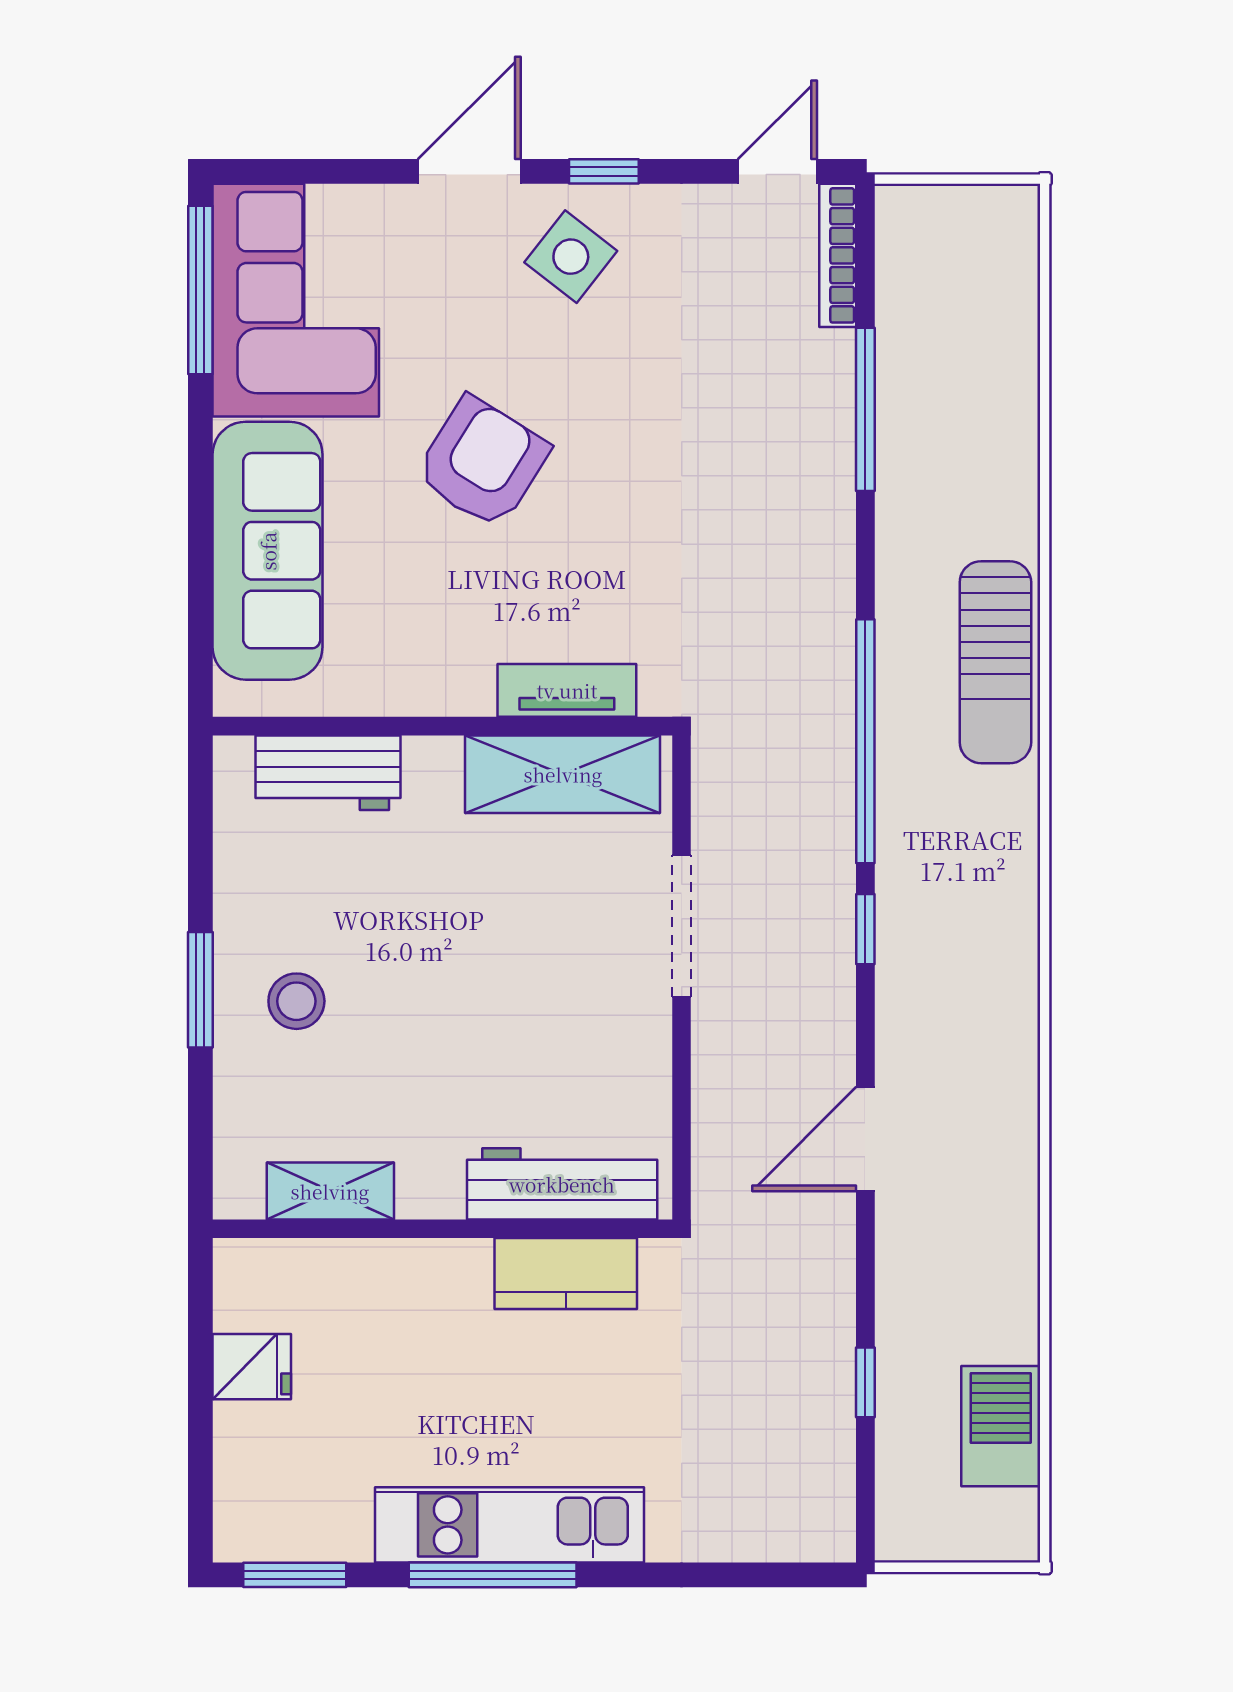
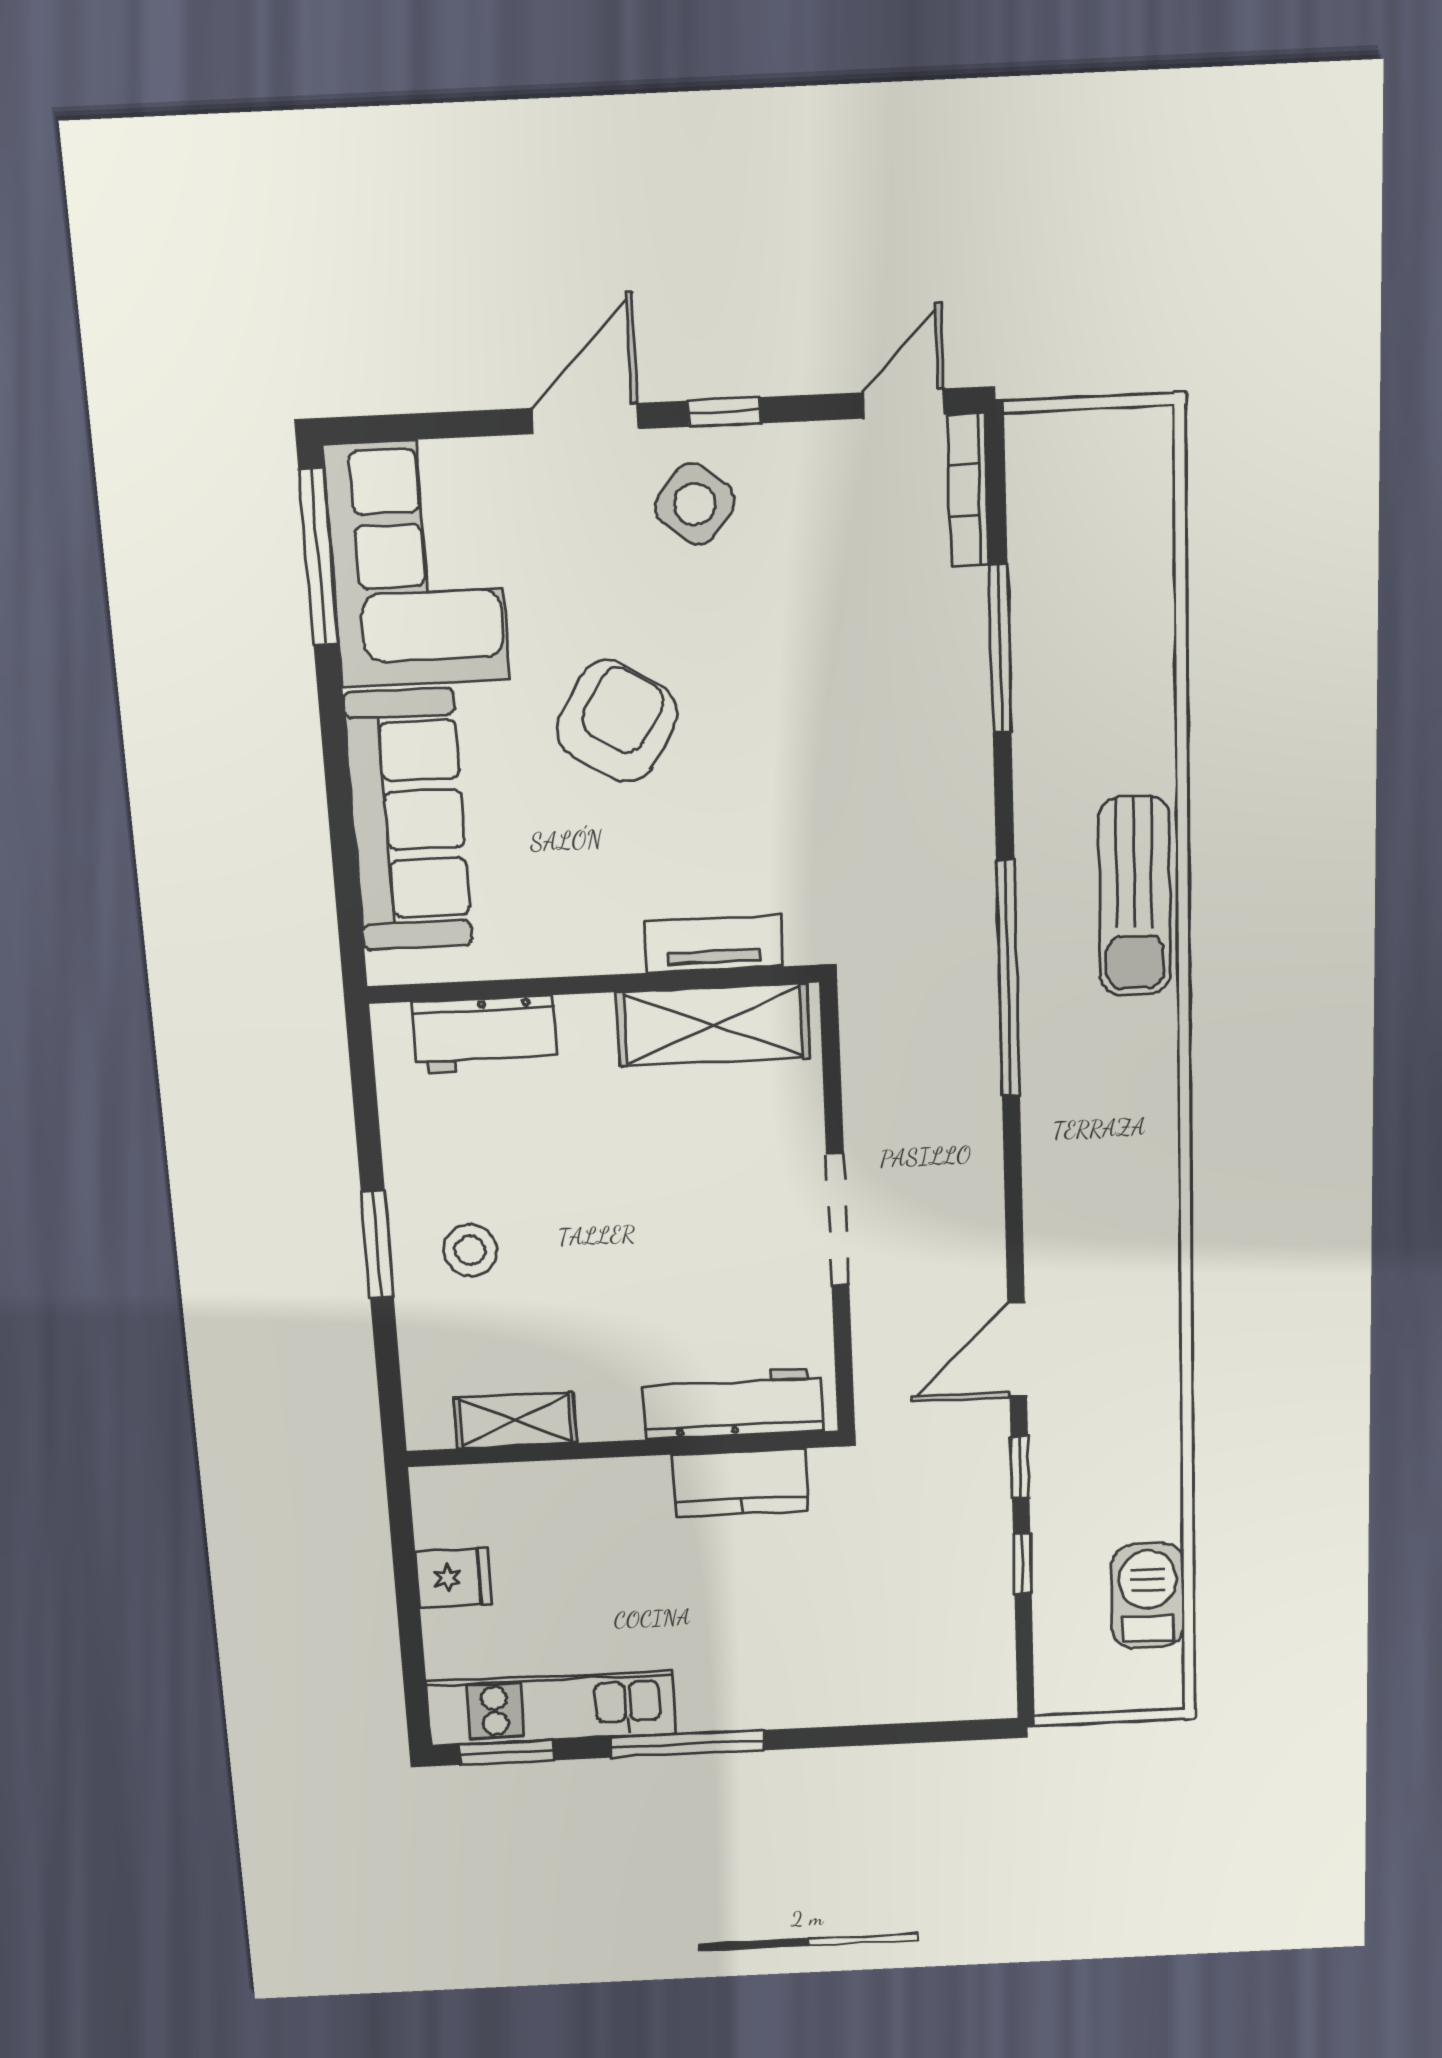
doorway: (682, 926) -> (838, 1220), moved
window: (865, 929) -> (1020, 1467), moved
kitchen unit: (509, 1525) -> (552, 1708), moved

